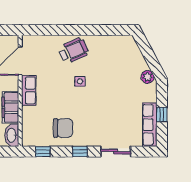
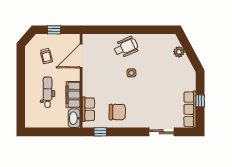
plant: (148, 77) -> (179, 52), moved
row of seats: (29, 90) -> (88, 109), moved
window: (80, 152) -> (131, 132), removed

